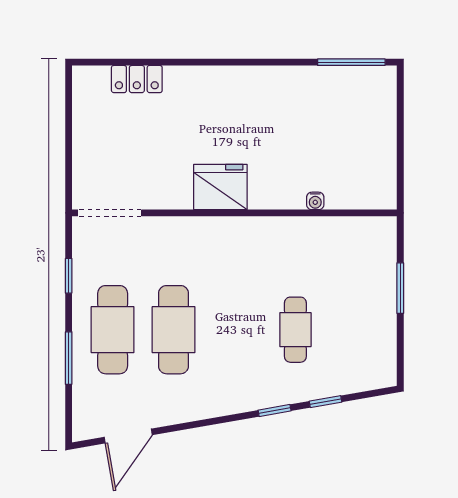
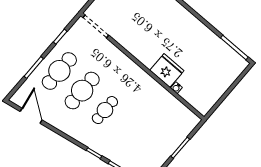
fridge: (220, 187) -> (167, 70), moved
cafe table: (295, 330) -> (105, 110), moved
door: (128, 436) -> (31, 116), swing flipped

